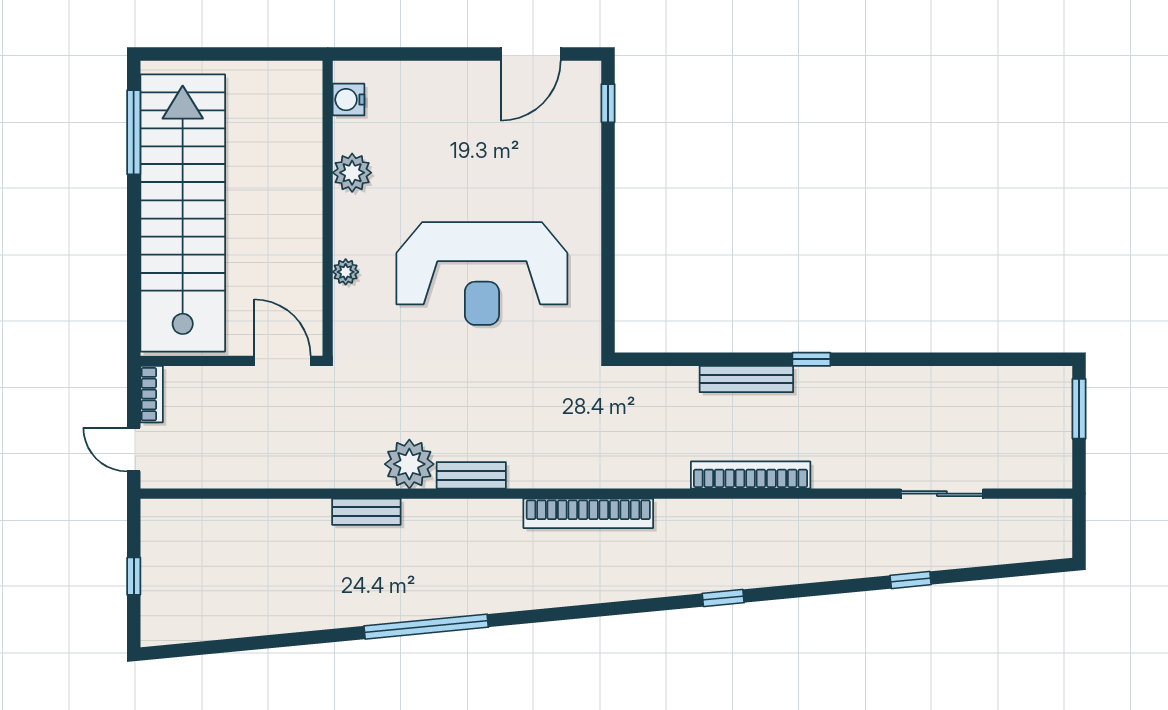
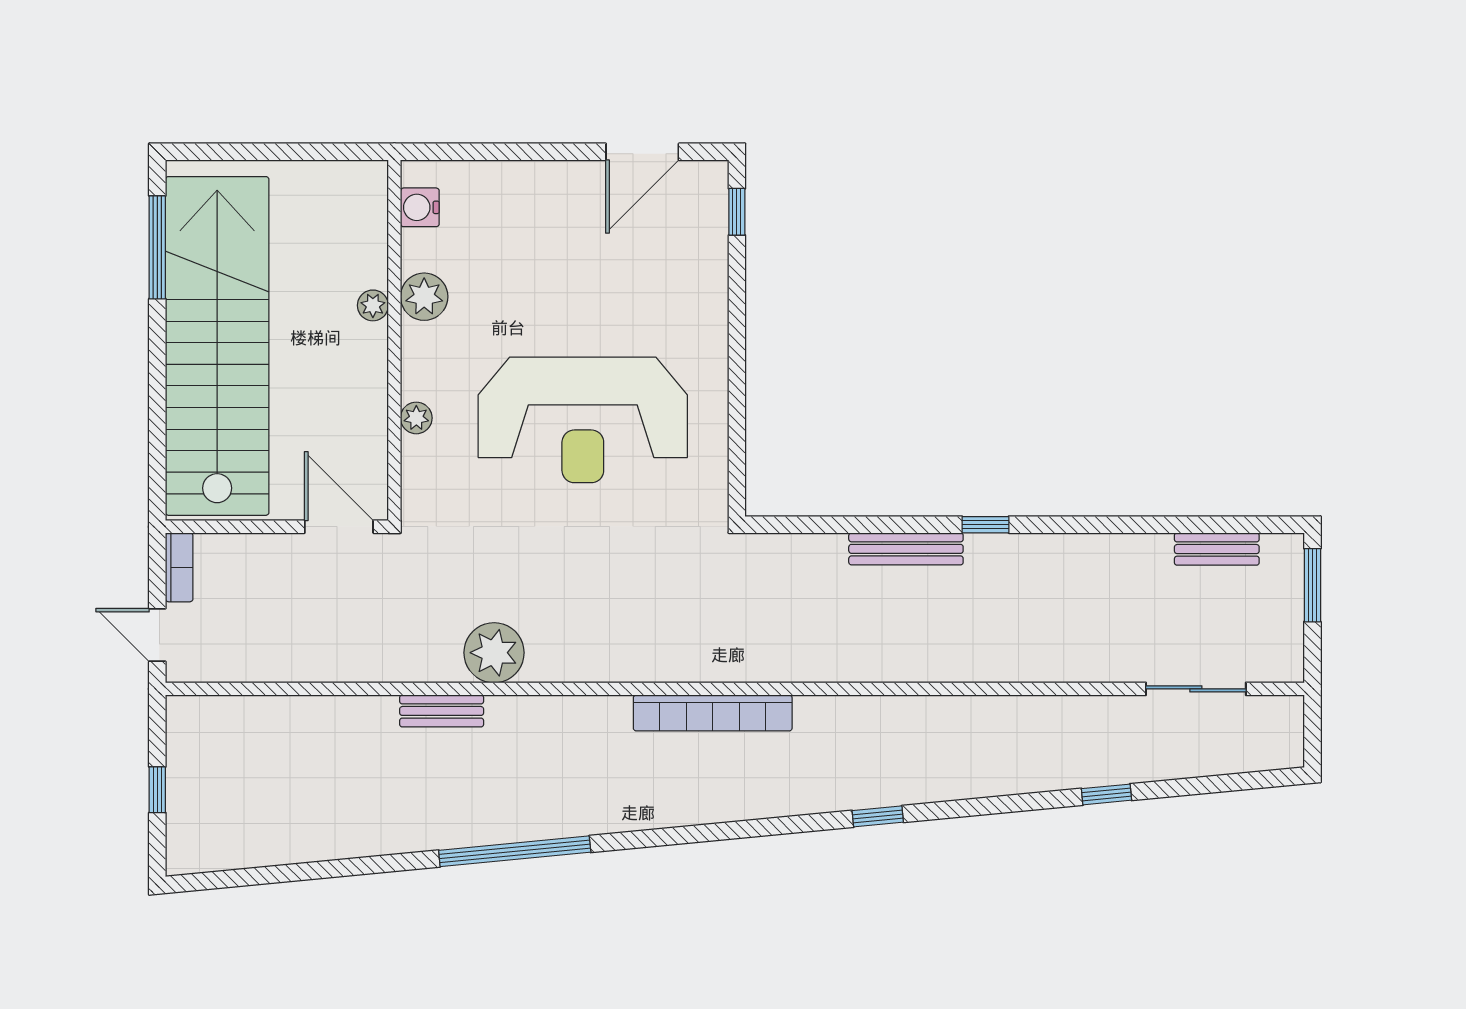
plant: (310, 180) -> (373, 305), added
bench: (471, 475) -> (1217, 549), moved
bookcase: (751, 475) -> (911, 666), removed
sliding door: (942, 494) -> (1196, 689), moved

